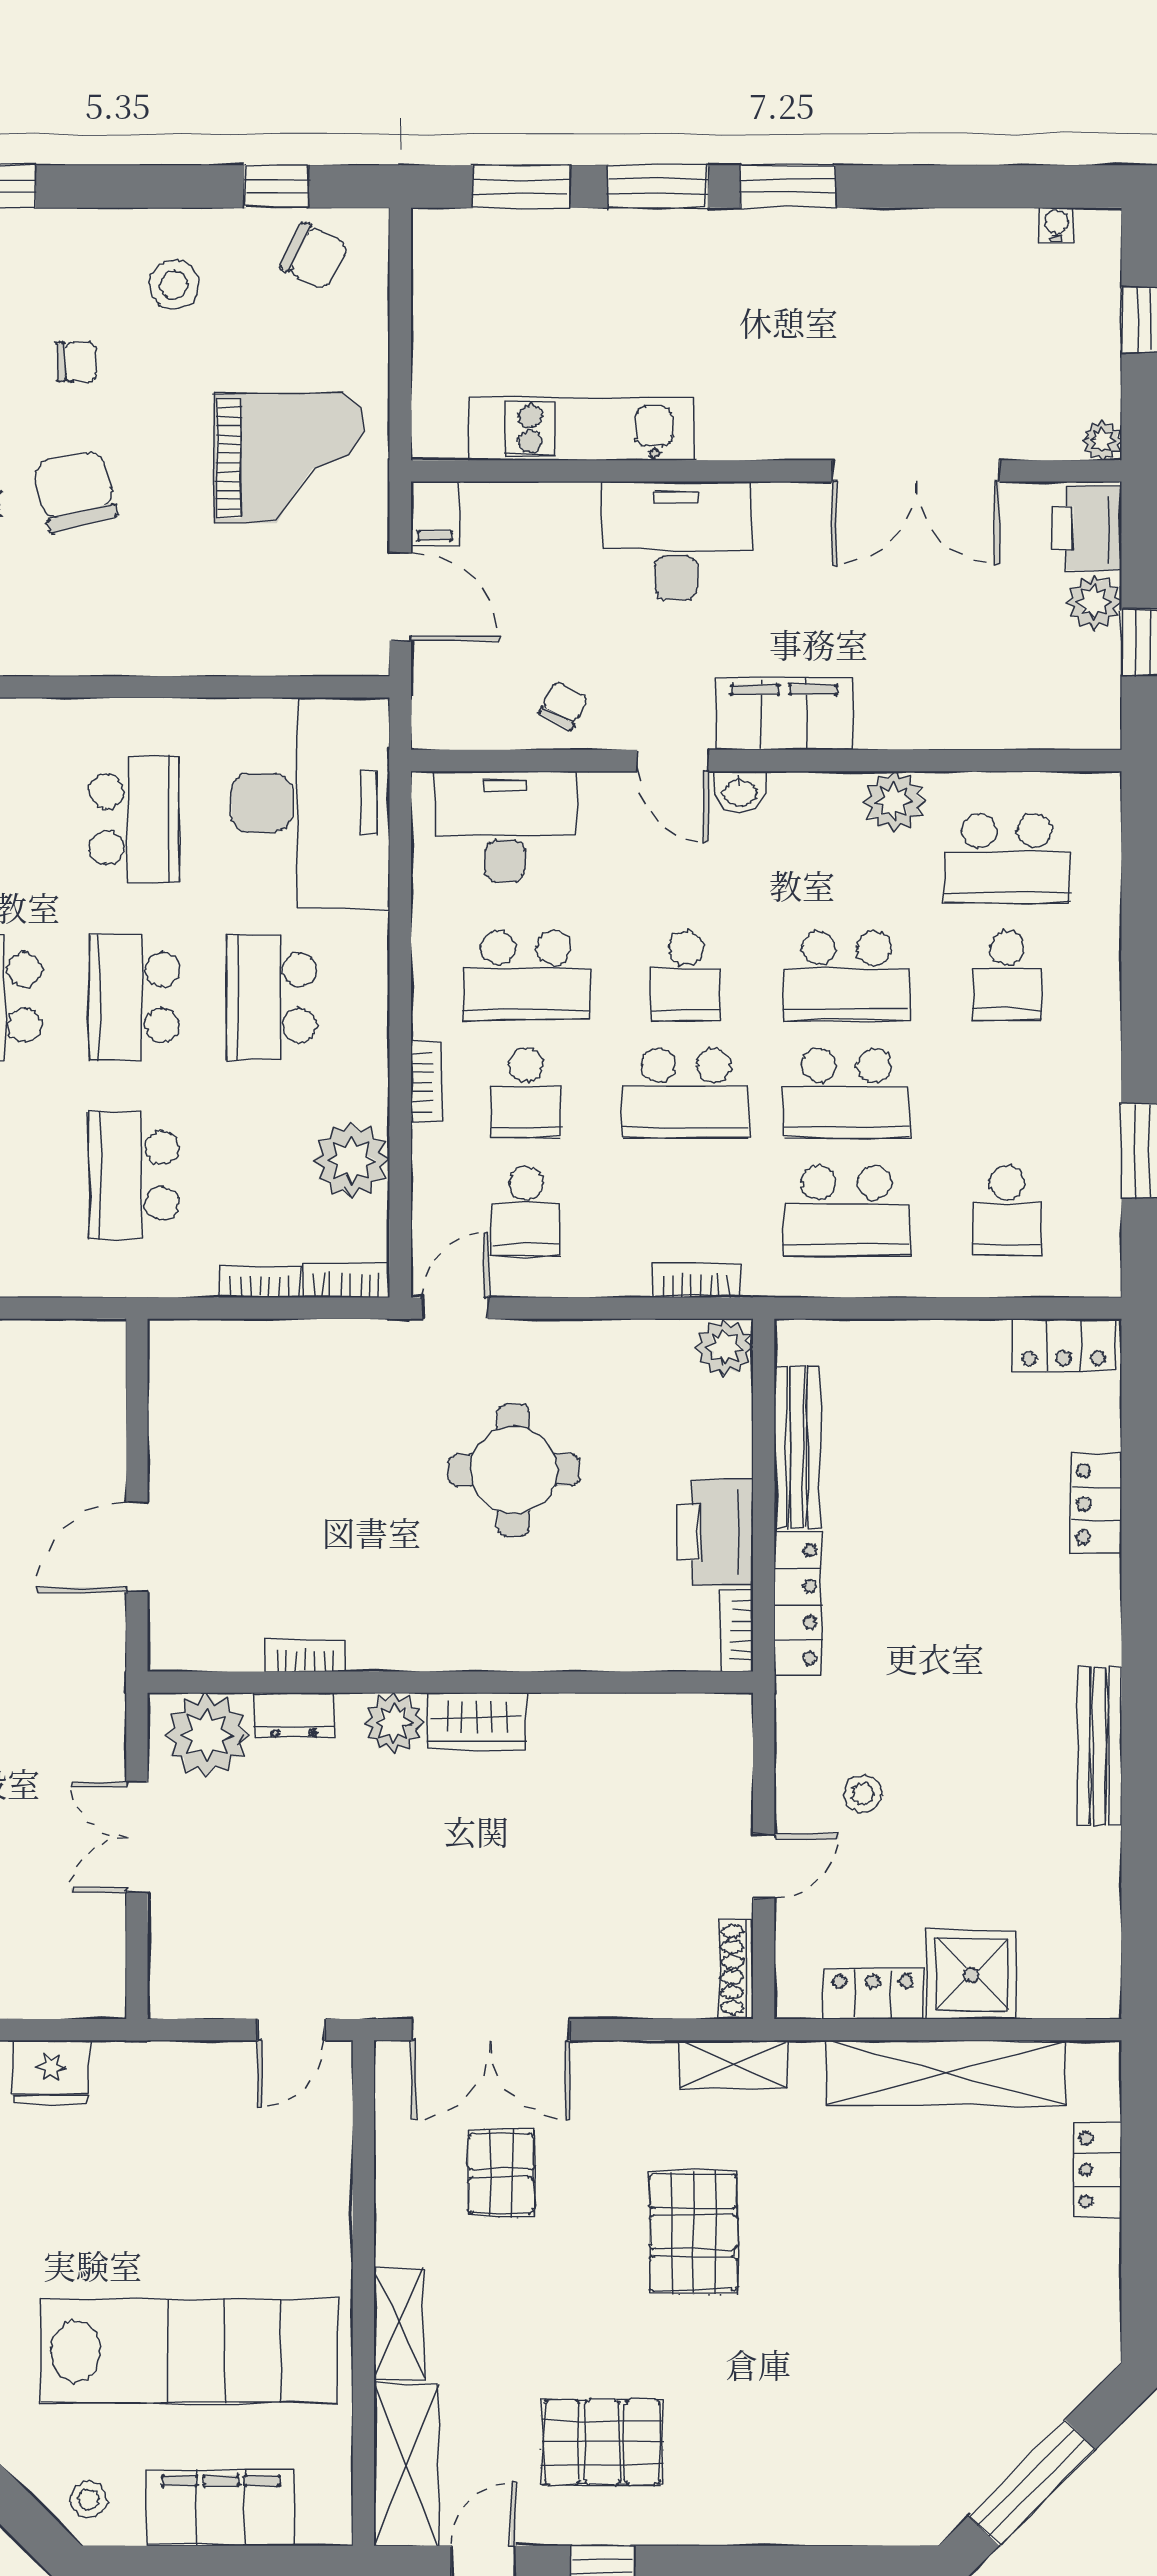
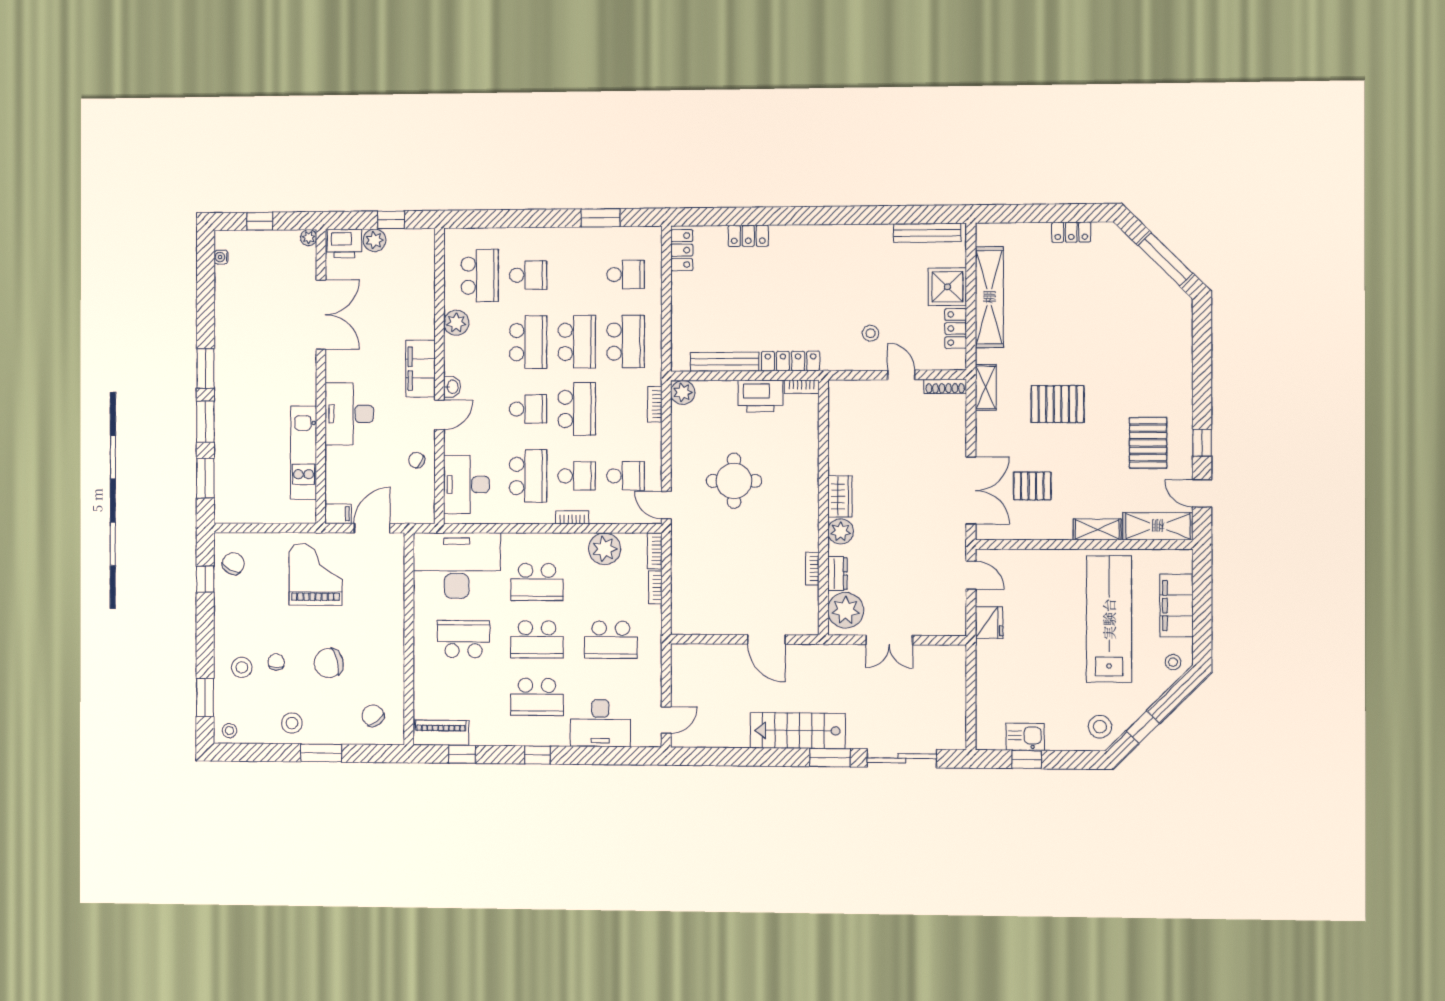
stool: (174, 285) -> (242, 667), moved
bench: (1100, 1746) -> (927, 233), moved
fridge: (51, 2072) -> (989, 623), moved
locker: (1098, 2170) -> (1071, 232), moved

